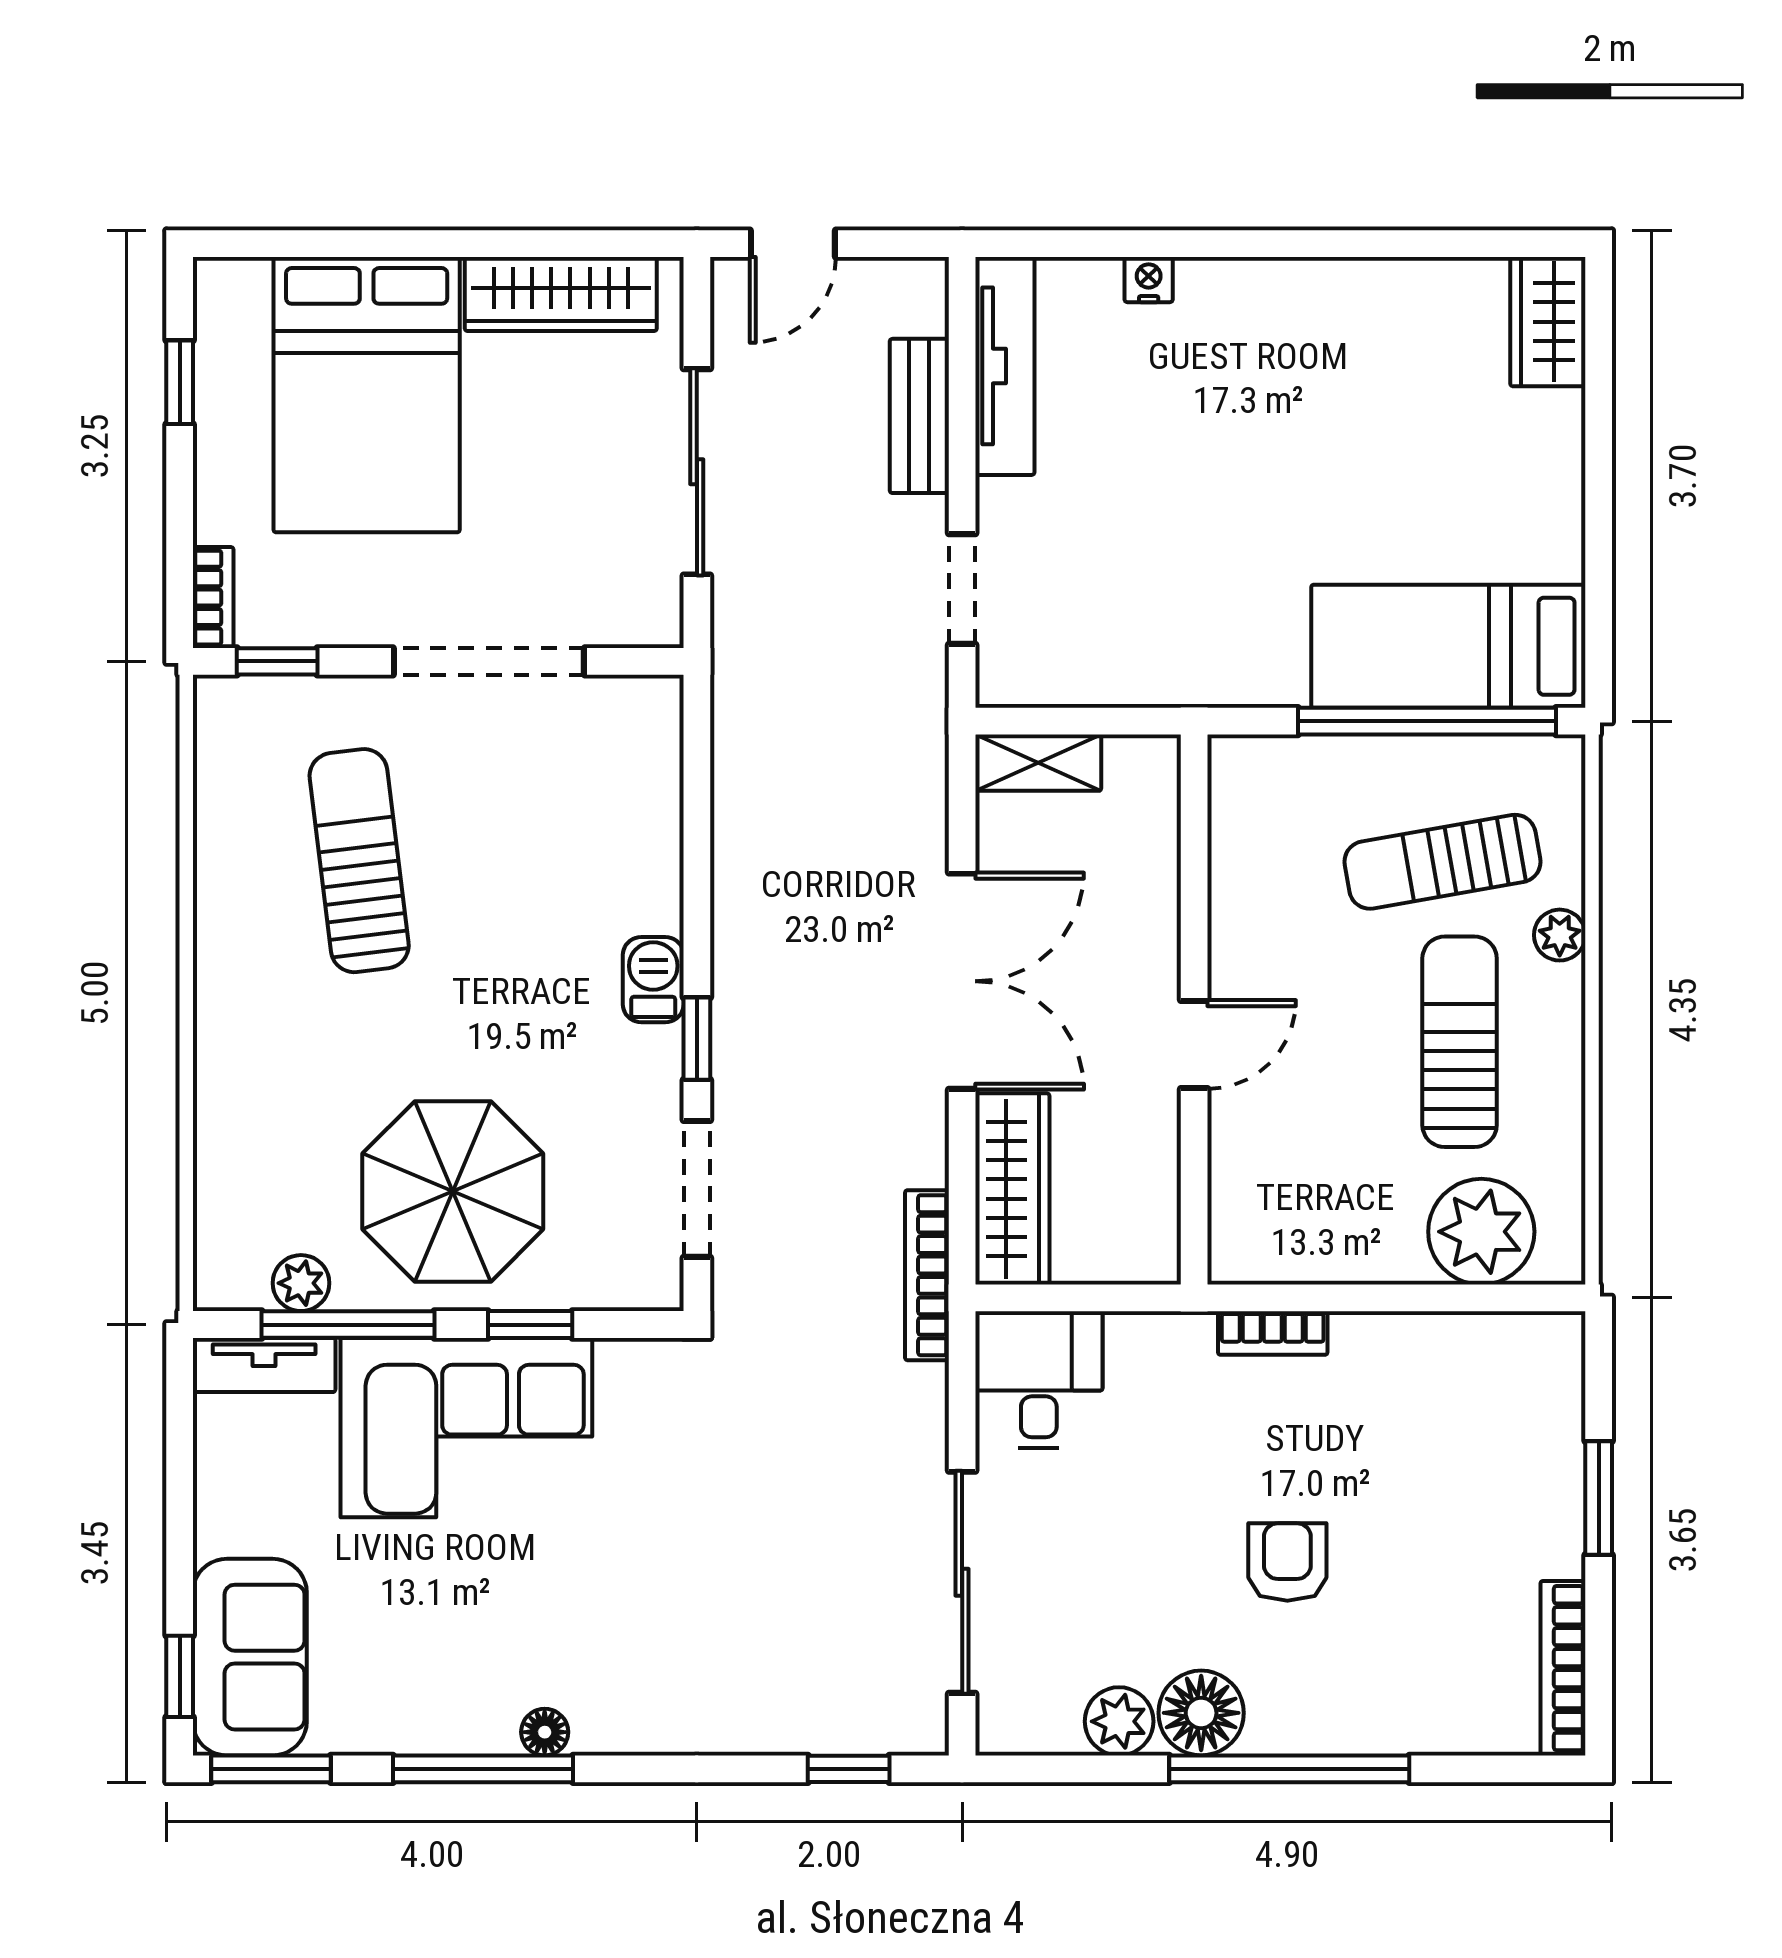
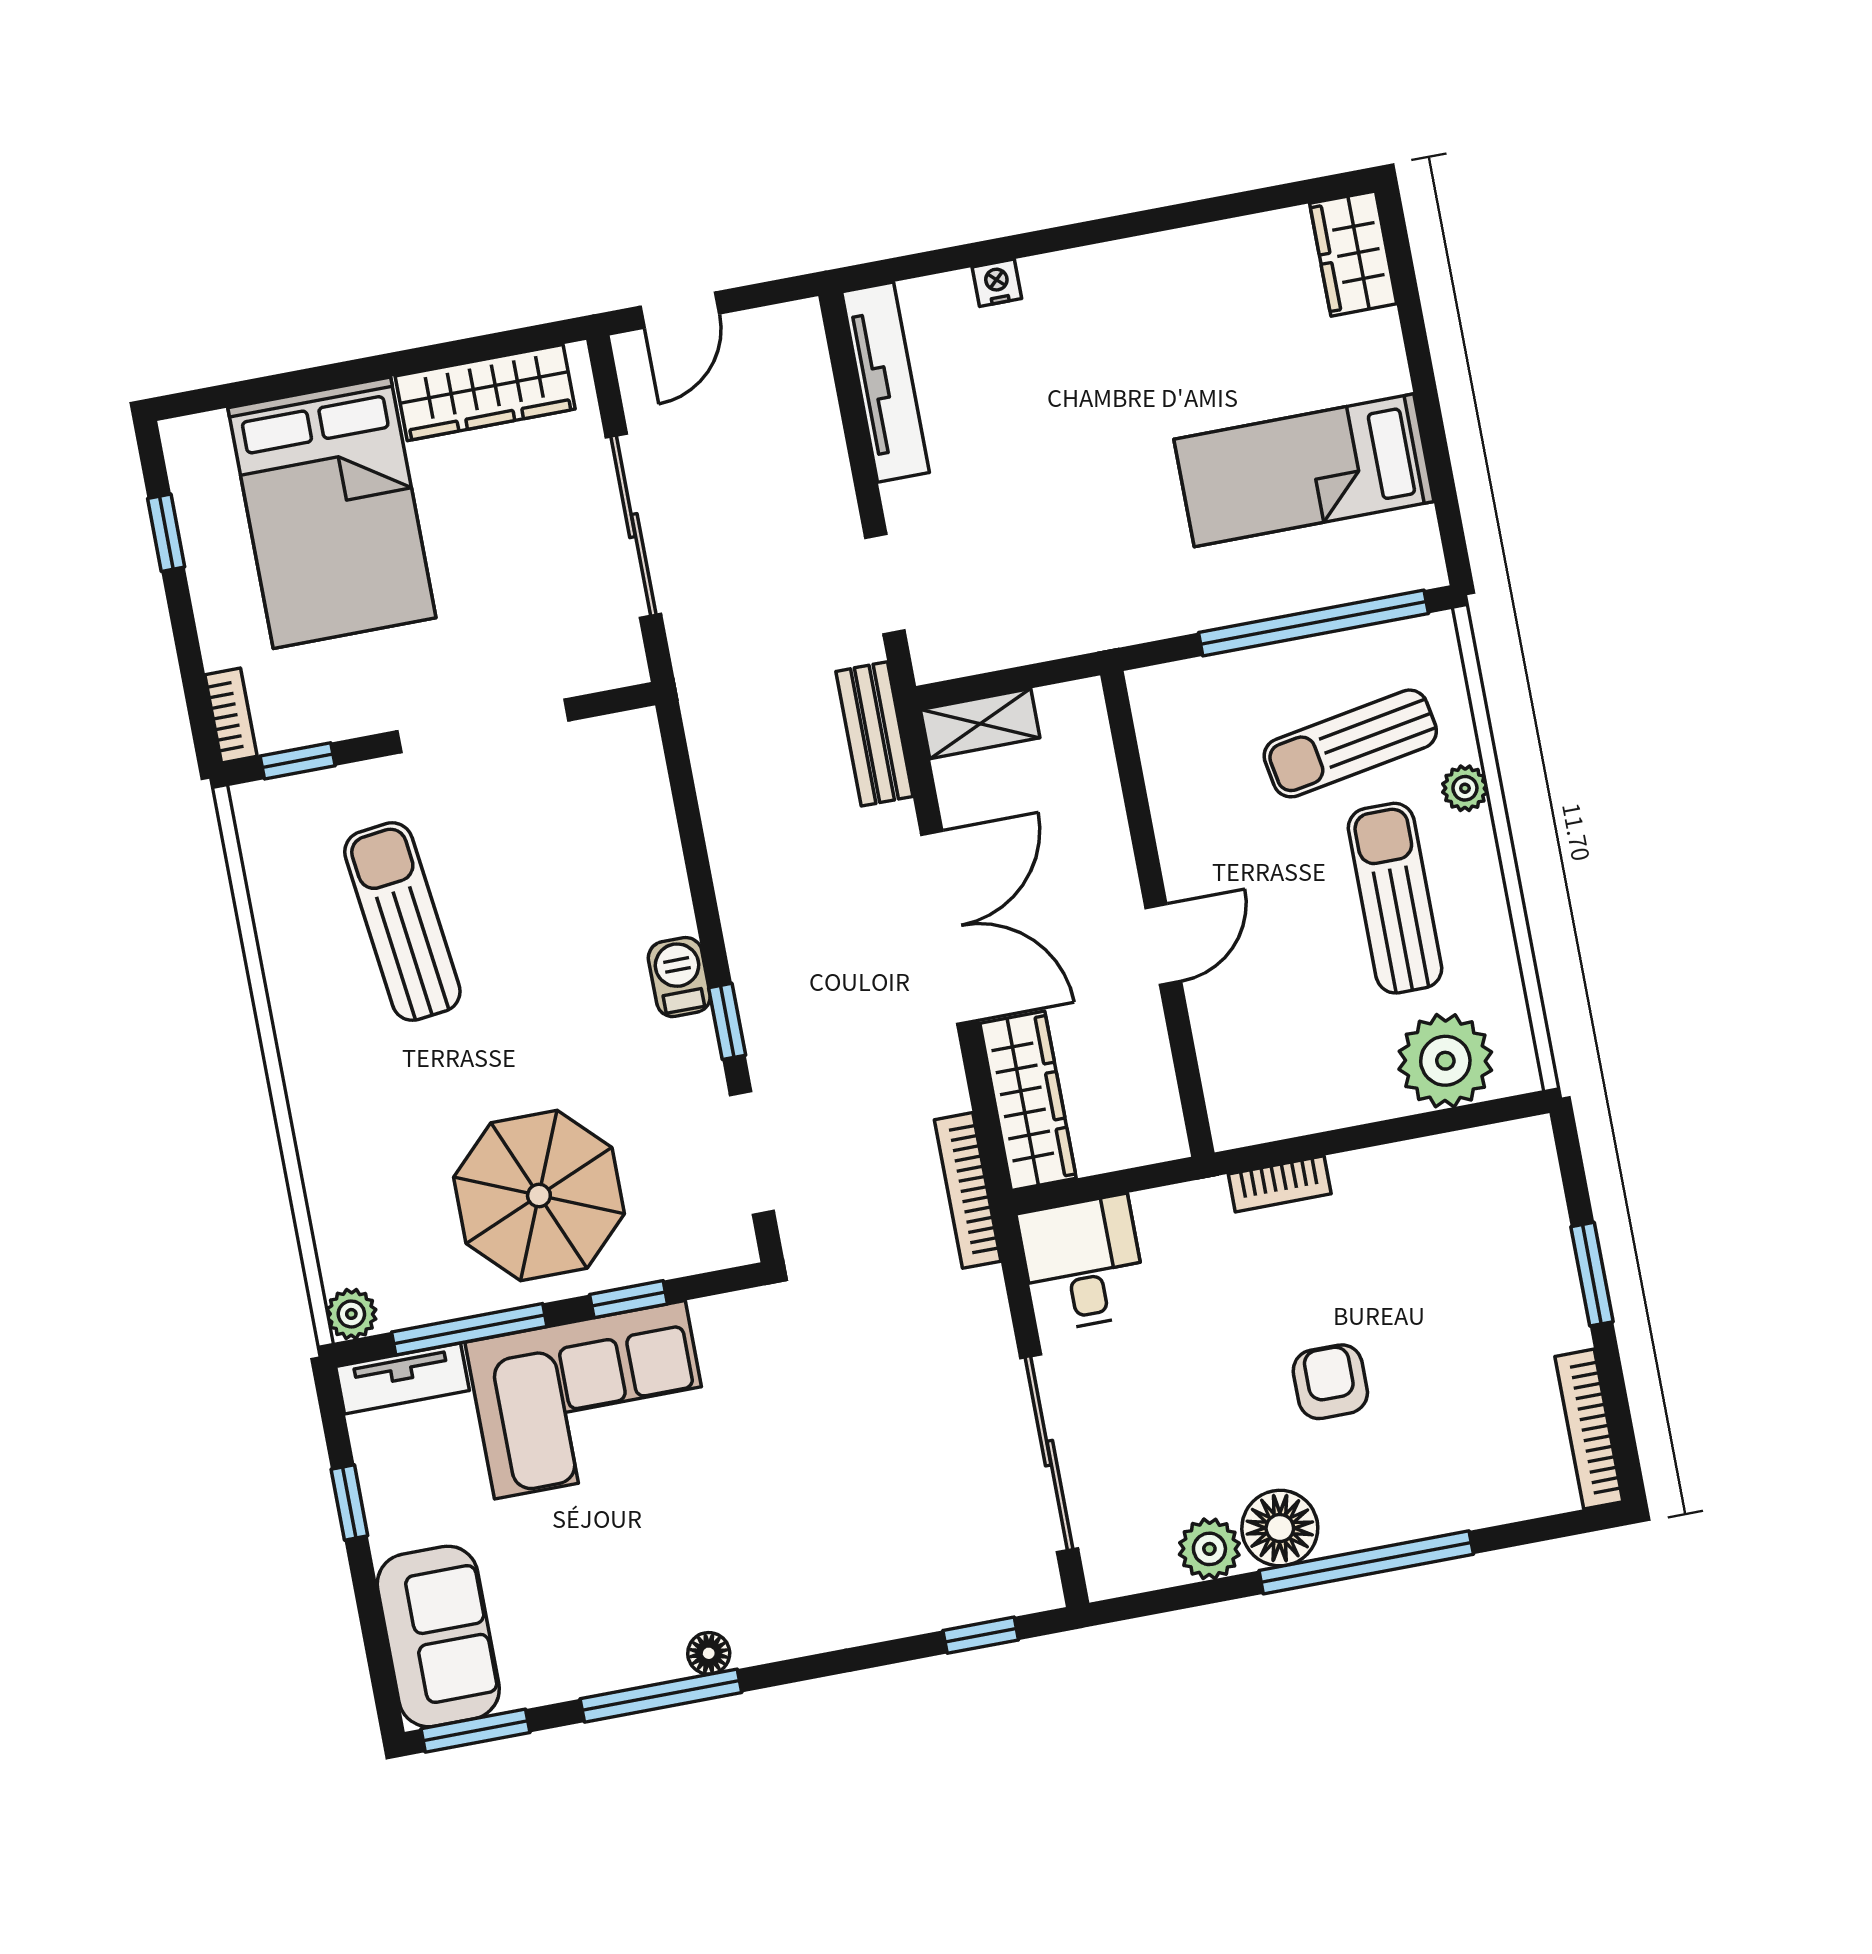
bench: (919, 416) -> (874, 734), moved
bed: (1448, 646) -> (1304, 470), moved
plant: (301, 1283) -> (351, 1314), moved
window: (180, 1676) -> (349, 1503), moved

